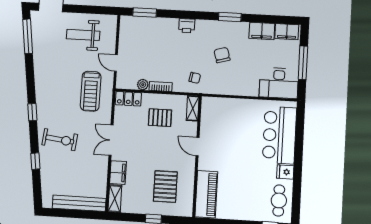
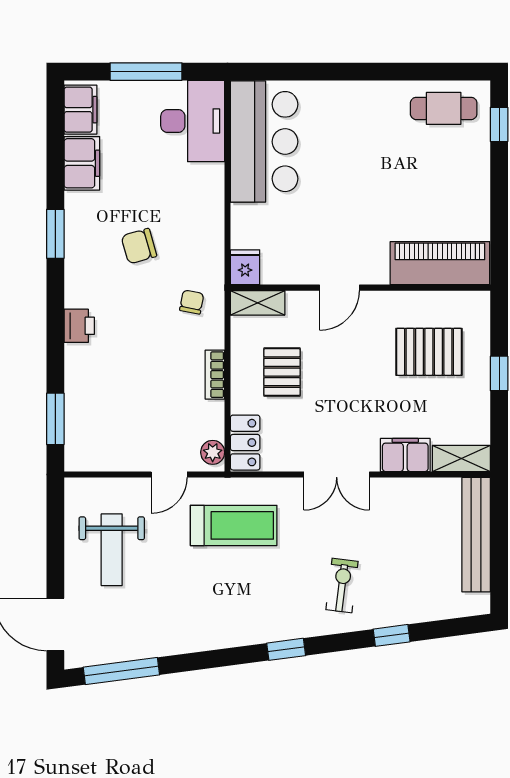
plant: (143, 85) -> (213, 452), moved
bar counter: (279, 135) -> (264, 142), moved, turned -90
exercise bike: (60, 140) -> (342, 586), width x0.73, depth x0.72
fridge: (285, 172) -> (245, 267), moved, turned 180

